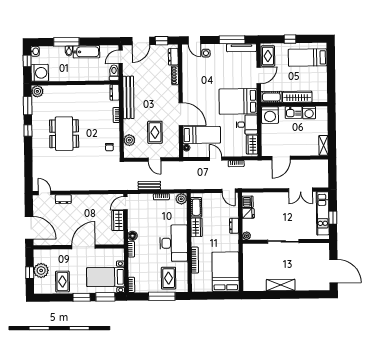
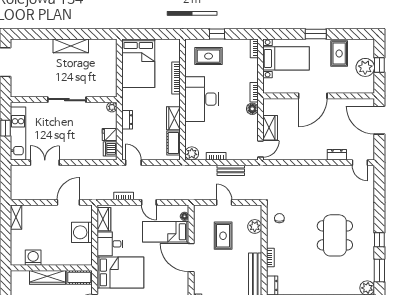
kitchen sink: (294, 112) -> (52, 258), removed
washing machine: (270, 115) -> (82, 232), moved, turned -90
rug: (169, 278) -> (209, 56), turned 90
window: (162, 296) -> (217, 34), width x0.46
window: (105, 297) -> (287, 34), removed

